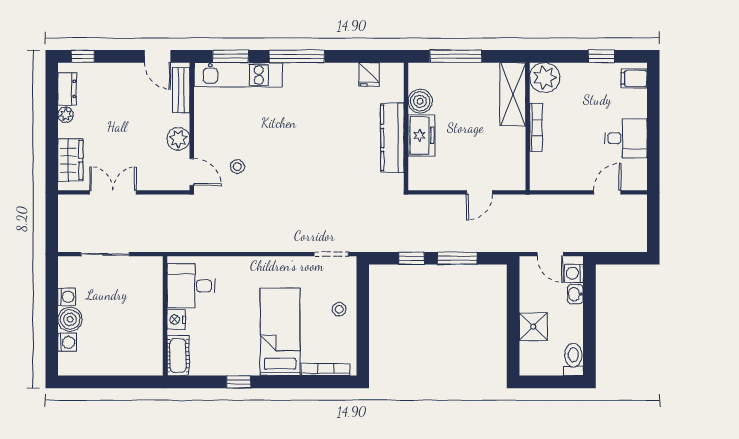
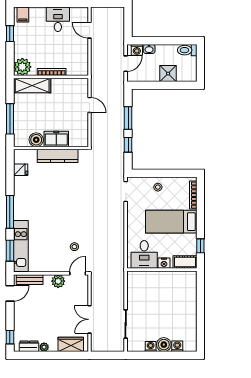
desk: (191, 286) -> (144, 254), moved
wall: (165, 316) -> (162, 270), moved
nightstand: (176, 320) -> (164, 263), moved
cot: (178, 356) -> (185, 262), moved

